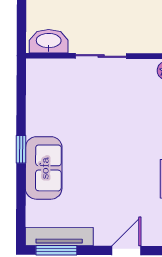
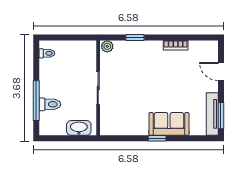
washbasin: (49, 41) -> (79, 128), moved, turned 90

